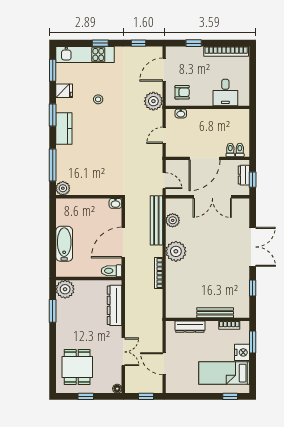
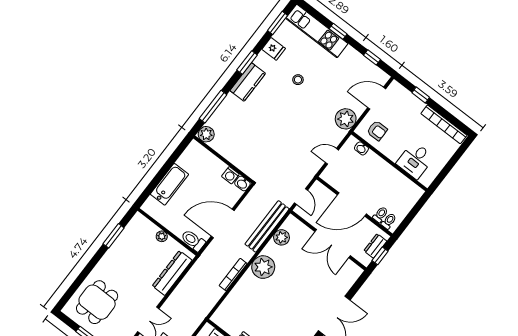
washing machine: (102, 204) -> (230, 175), added
plant: (65, 289) -> (162, 236), moved, width x0.53, depth x0.53

